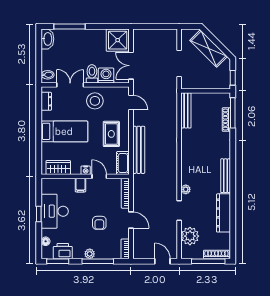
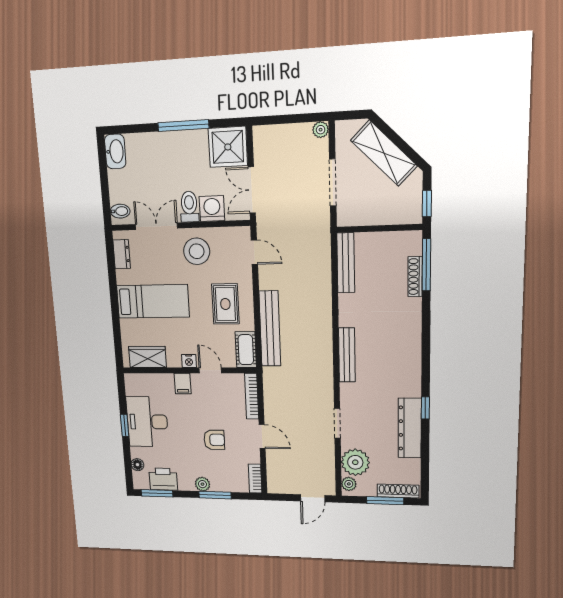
window: (70, 26) -> (183, 126), moved
plant: (173, 33) -> (321, 130), added
bench: (226, 176) -> (347, 355), moved
plant: (186, 189) -> (349, 484), moved
window: (233, 200) -> (425, 408), added
armchair: (99, 223) -> (214, 440), turned -90
window: (98, 261) -> (215, 495), width x0.69
door: (162, 261) -> (313, 498), swing flipped
window: (208, 261) -> (385, 501), width x0.69

